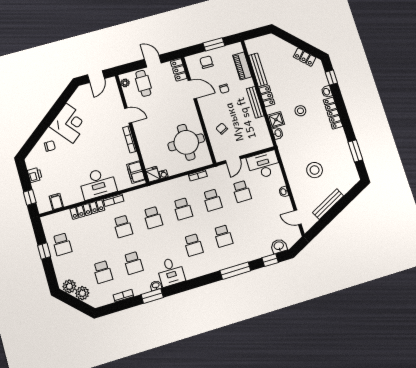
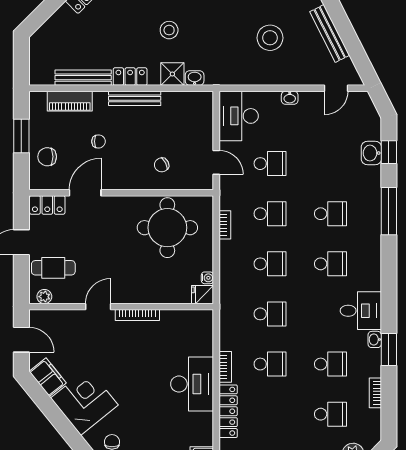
filing cabinet: (136, 172) -> (48, 377), moved, turned -129
washbasin: (279, 246) -> (371, 153), moved

